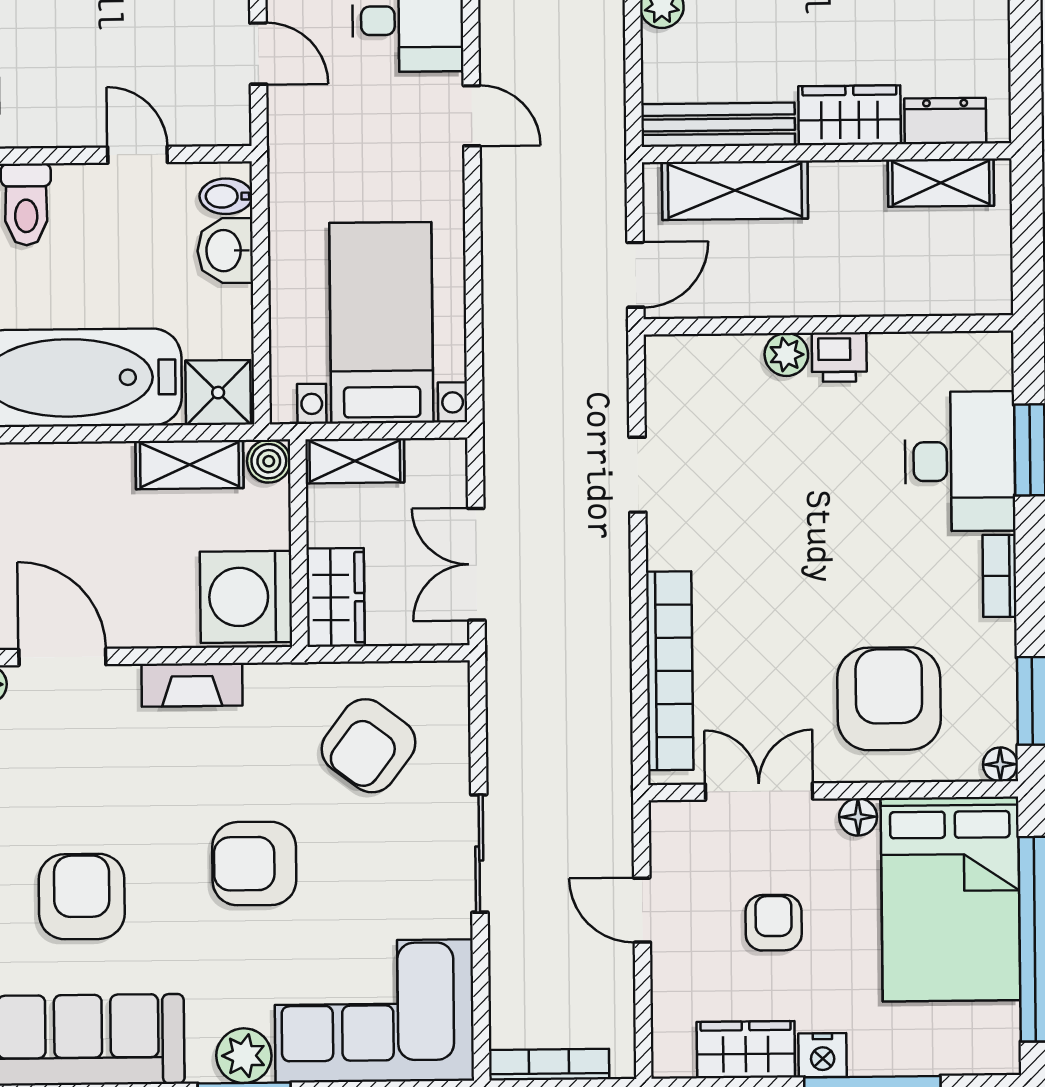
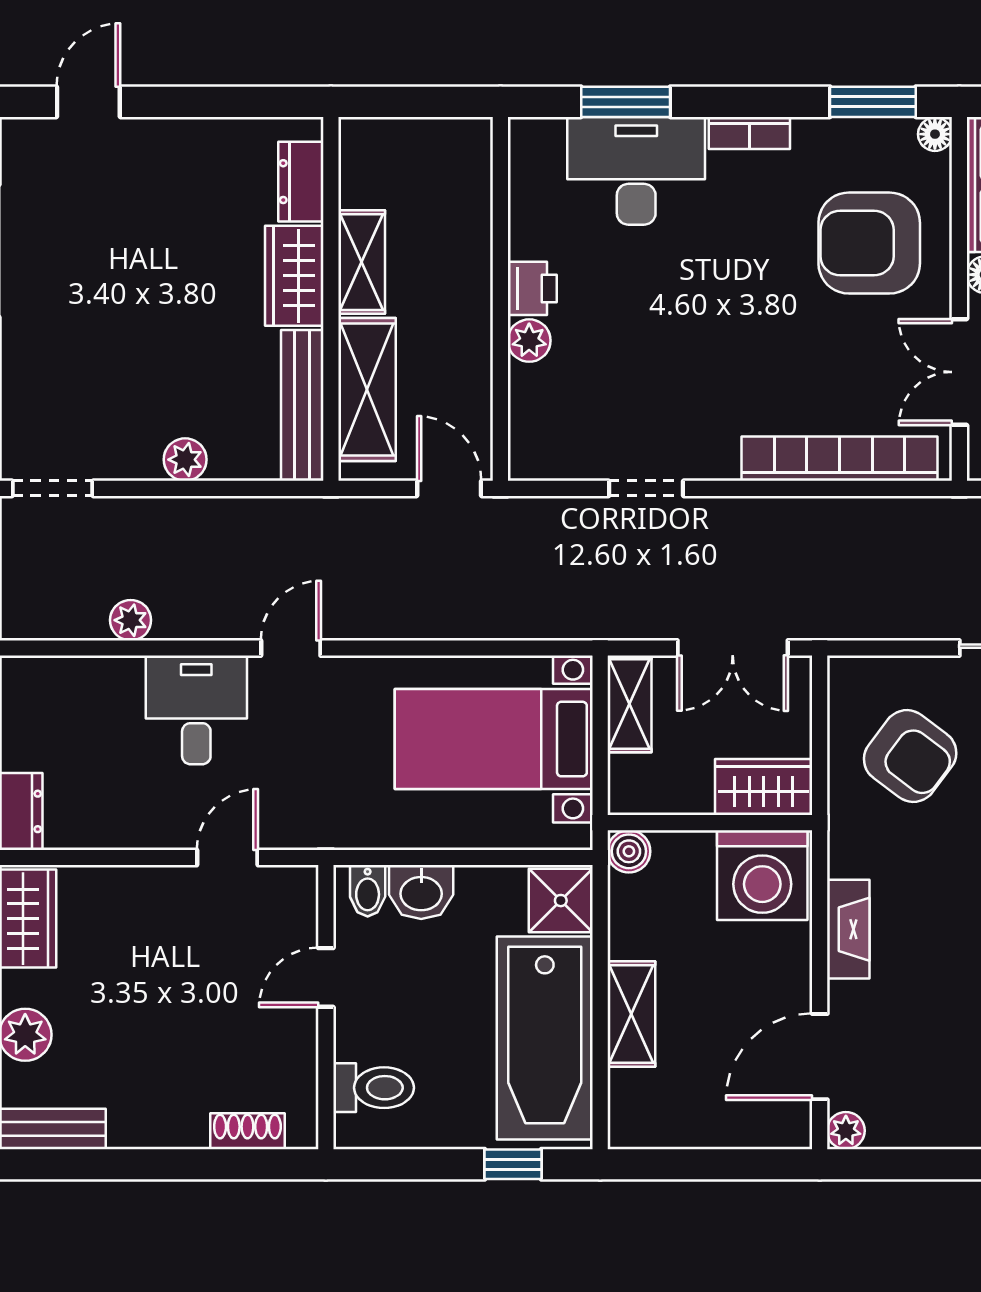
shelving: (941, 183) -> (362, 262), moved
shelving: (355, 461) -> (629, 704), moved
shelving: (190, 465) -> (631, 1014), moved

